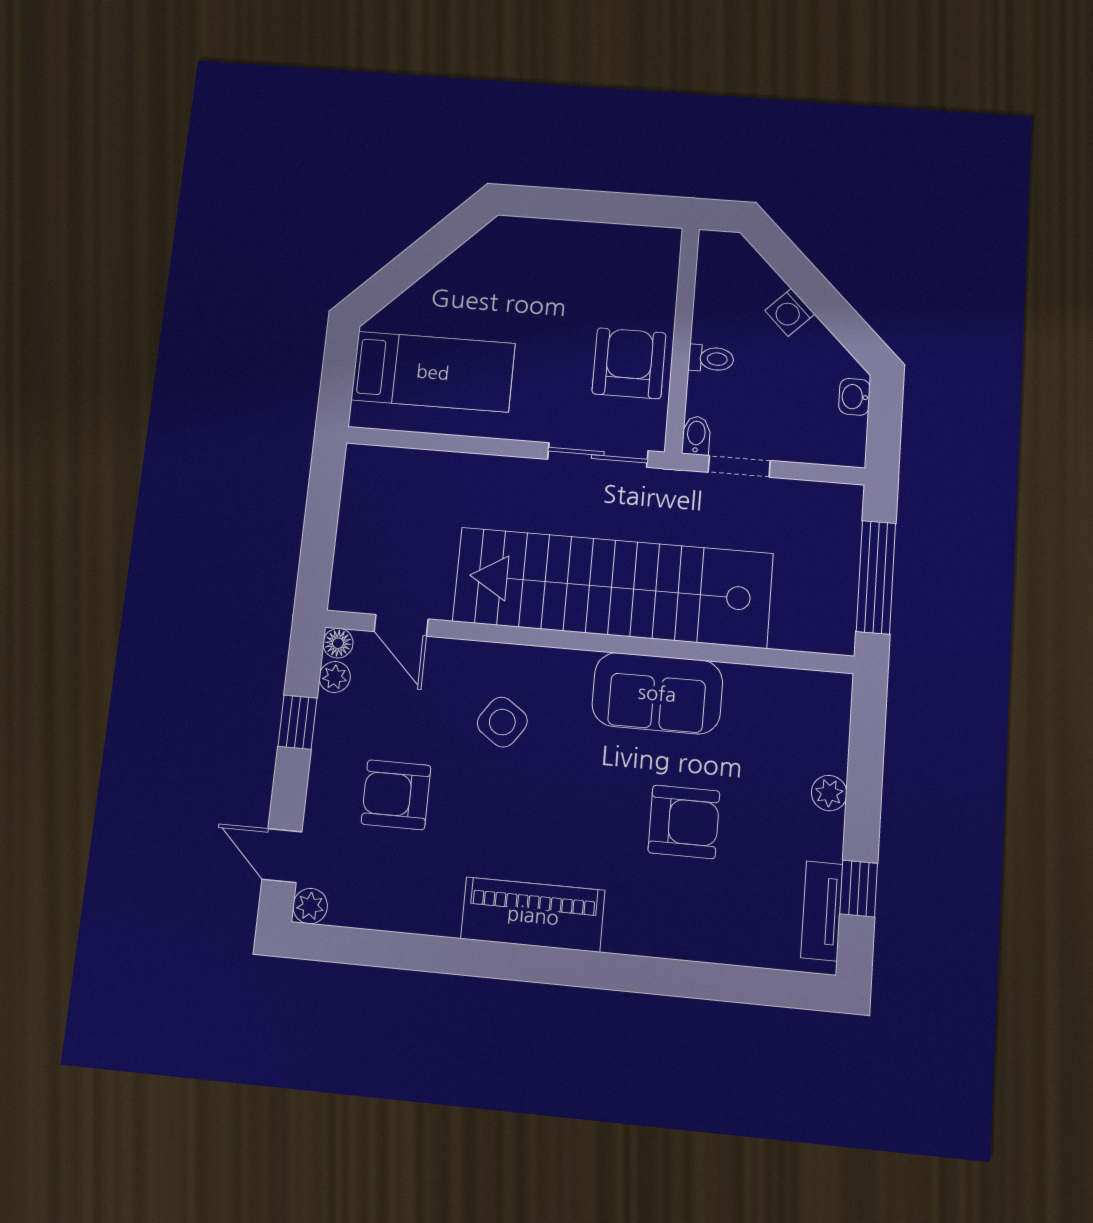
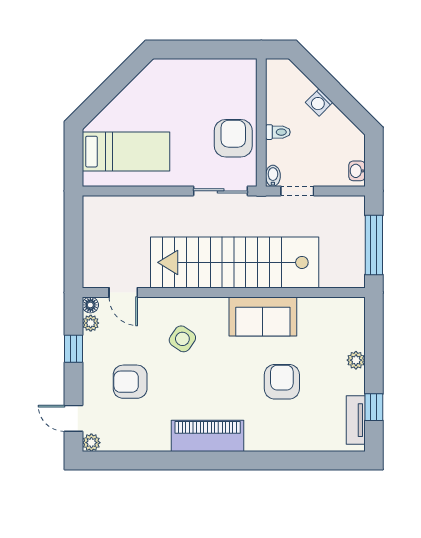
washbasin: (854, 397) -> (357, 171), moved
armchair: (684, 822) -> (282, 382), turned -90

